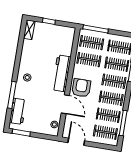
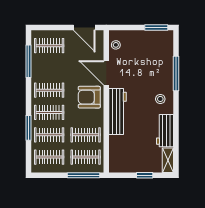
armchair: (81, 88) -> (89, 97), turned 90
workbench: (18, 111) -> (165, 131), moved
clothes rail: (108, 115) -> (49, 68), removed

